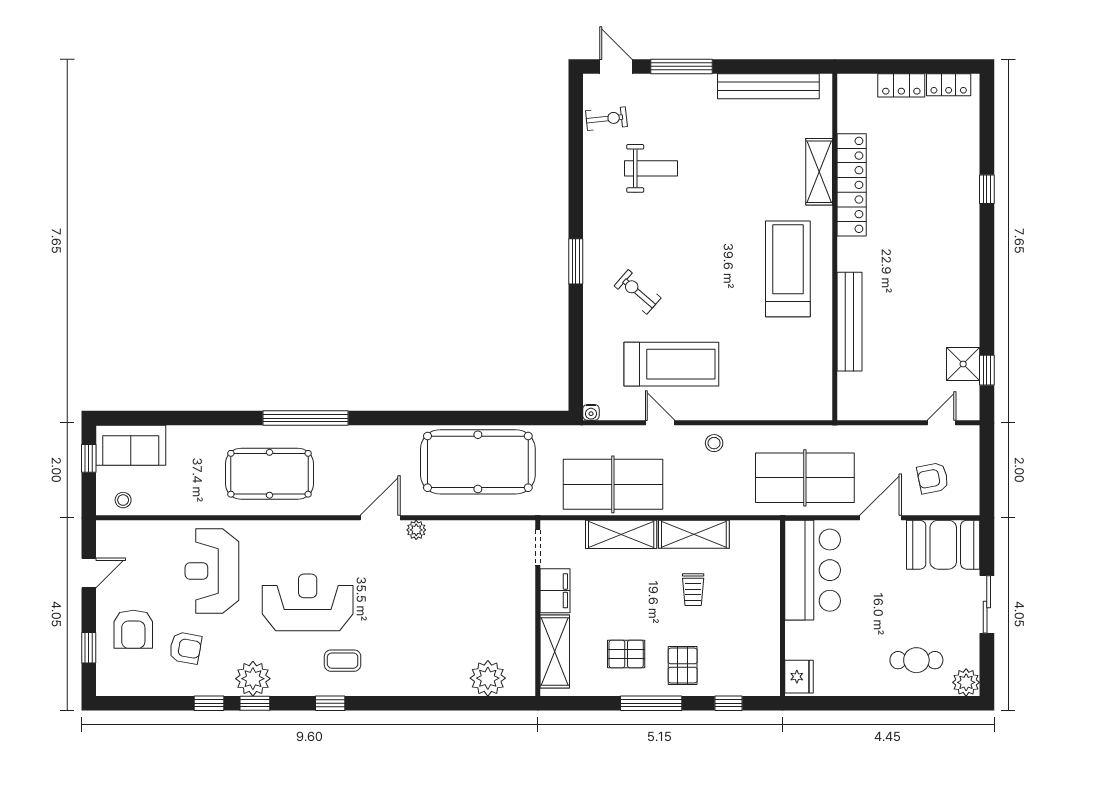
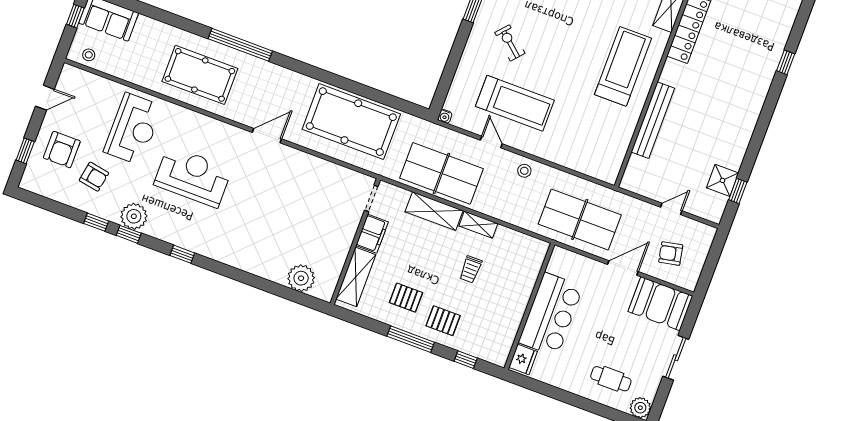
door: (942, 423) -> (671, 209), moved
plant: (416, 530) -> (289, 154), removed
shelving: (694, 534) -> (478, 225), width x0.67, depth x0.75
bar counter: (813, 570) -> (551, 314), moved
reception desk: (212, 571) -> (133, 129), turned 180
coffee table: (343, 661) -> (202, 227), removed
pallet: (683, 666) -> (443, 321), turned 90

